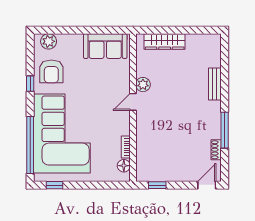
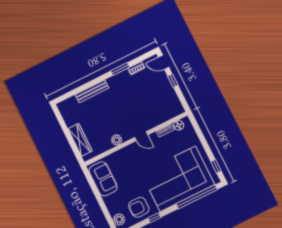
armchair: (51, 71) -> (139, 207), turned 180
bench: (215, 84) -> (92, 91), width x1.36
door: (133, 102) -> (141, 136), moved
window: (225, 130) -> (120, 69), width x0.69
window: (157, 185) -> (173, 81), moved

